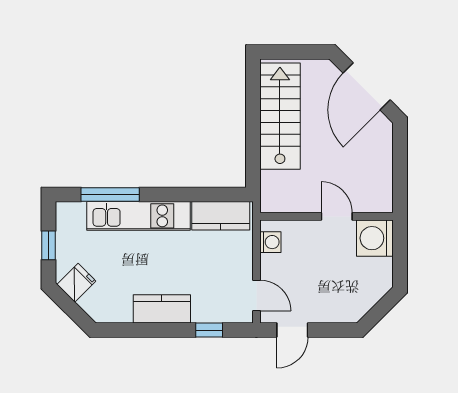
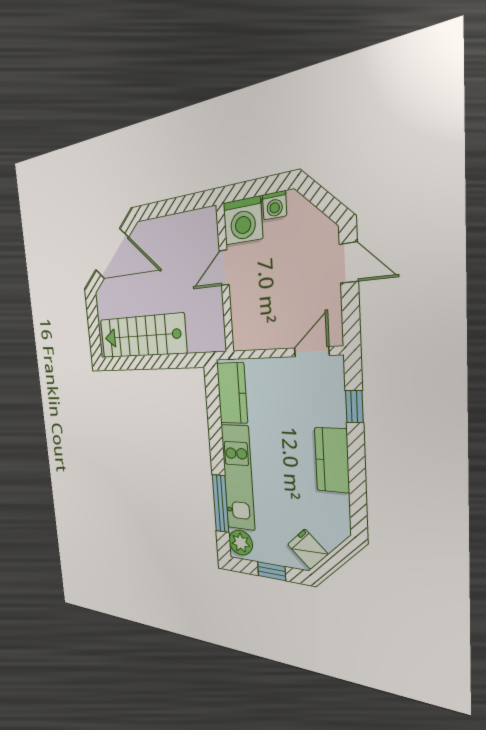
plant: (72, 214) -> (241, 543), added
washing machine: (270, 242) -> (275, 205), moved, turned 180
door: (292, 330) -> (349, 263), moved

